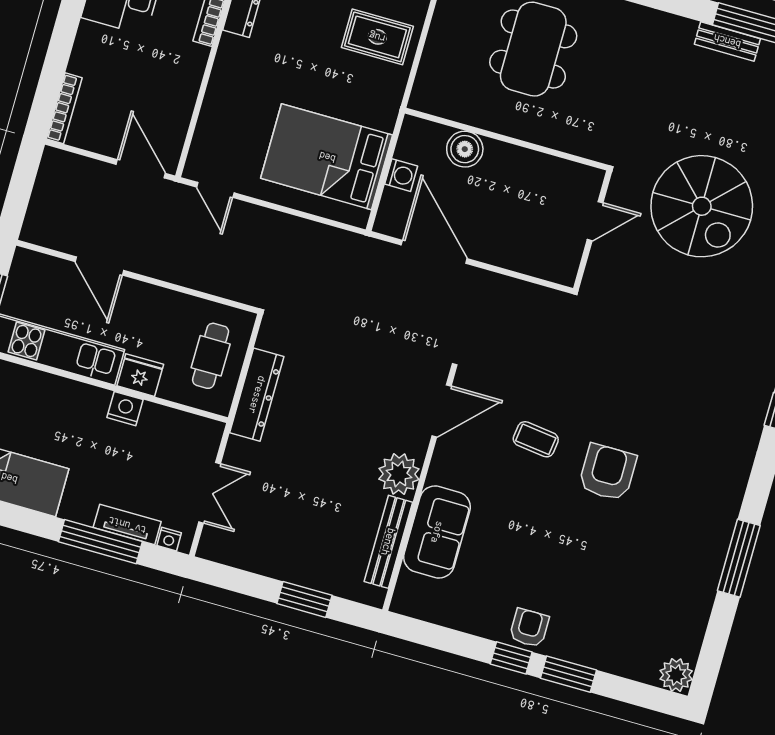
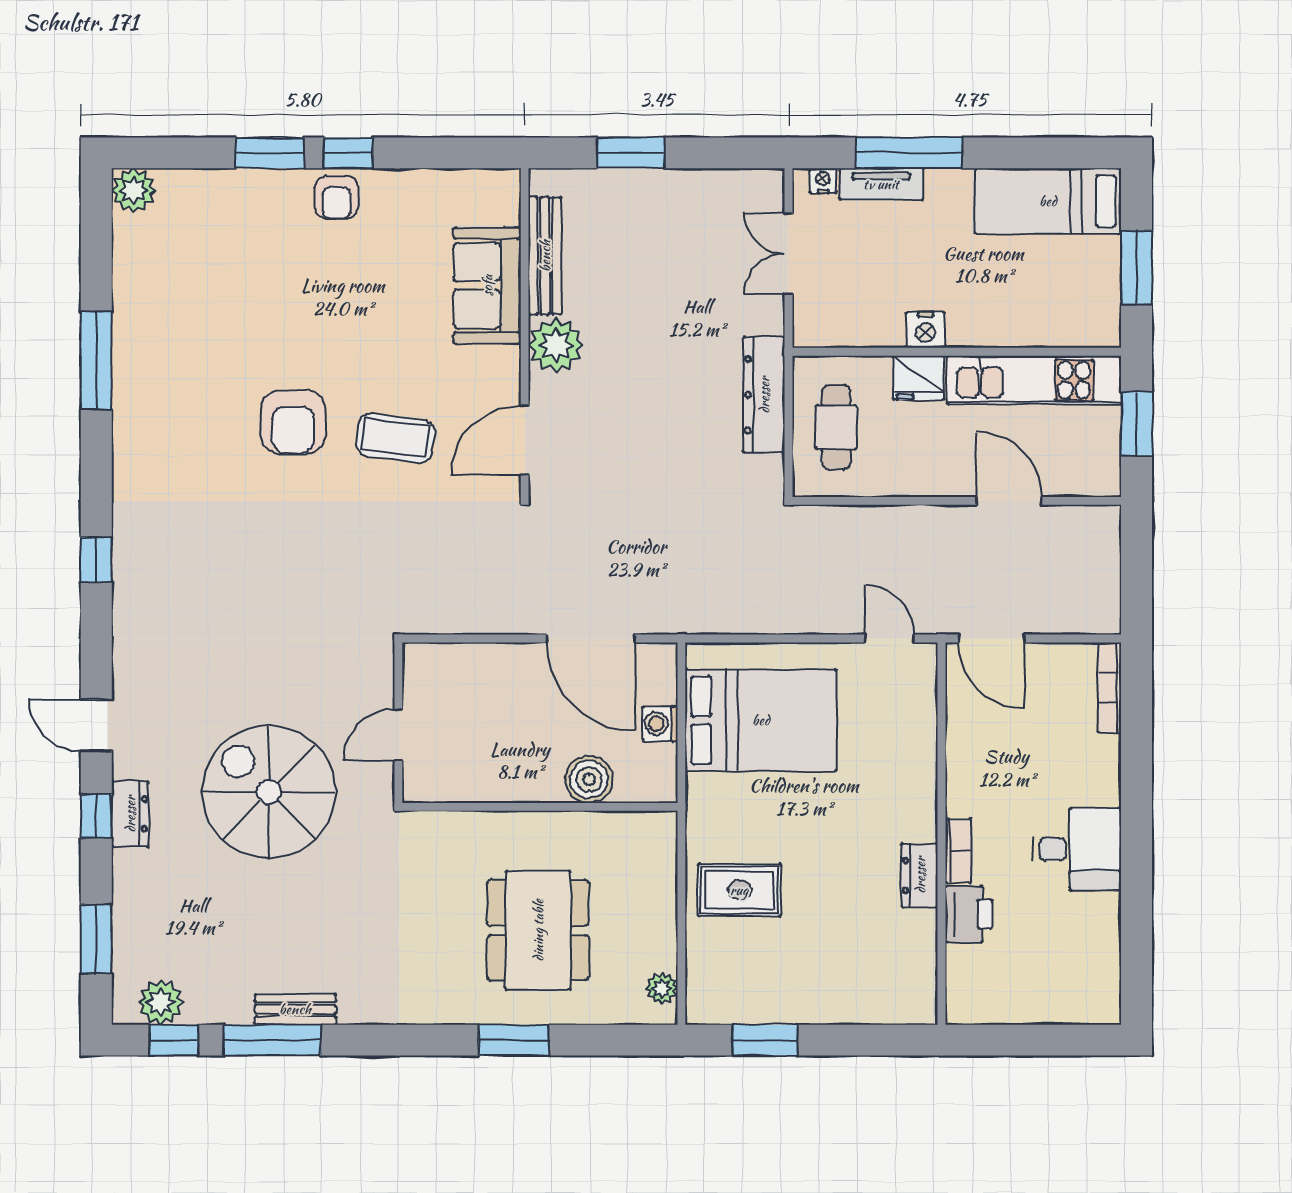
coffee table: (536, 439) -> (395, 438), width x1.36, depth x1.30

